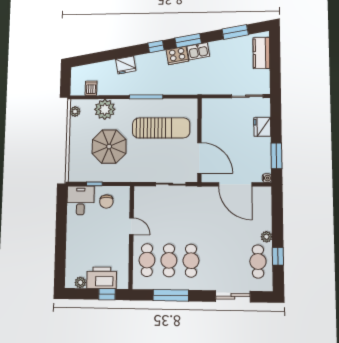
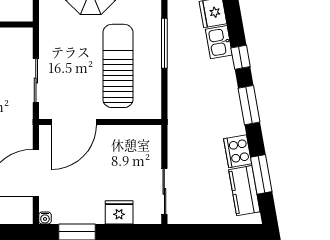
kitchen sink: (198, 51) -> (219, 42), moved
kitchen counter: (261, 53) -> (244, 191), moved, turned -100
cooker: (177, 55) -> (238, 151), moved
sun lounger: (161, 128) -> (118, 66), turned 180

